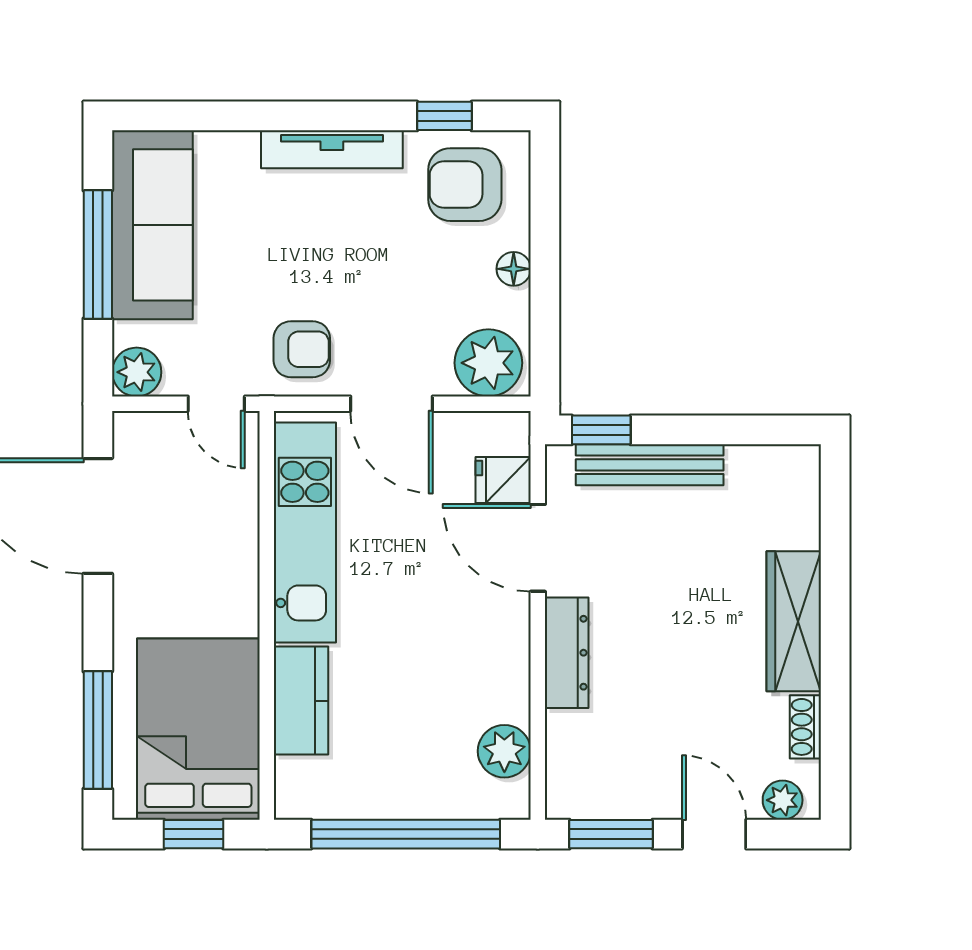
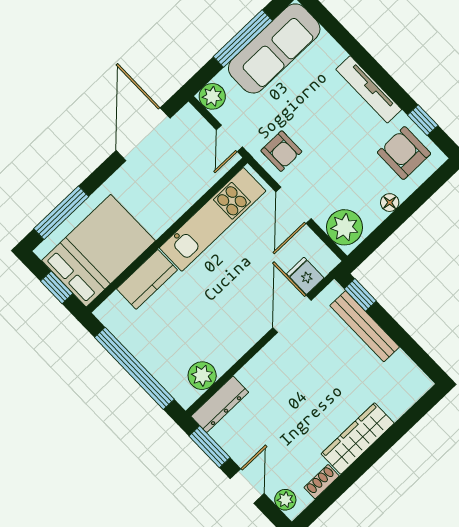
dresser: (567, 653) -> (220, 404), moved

